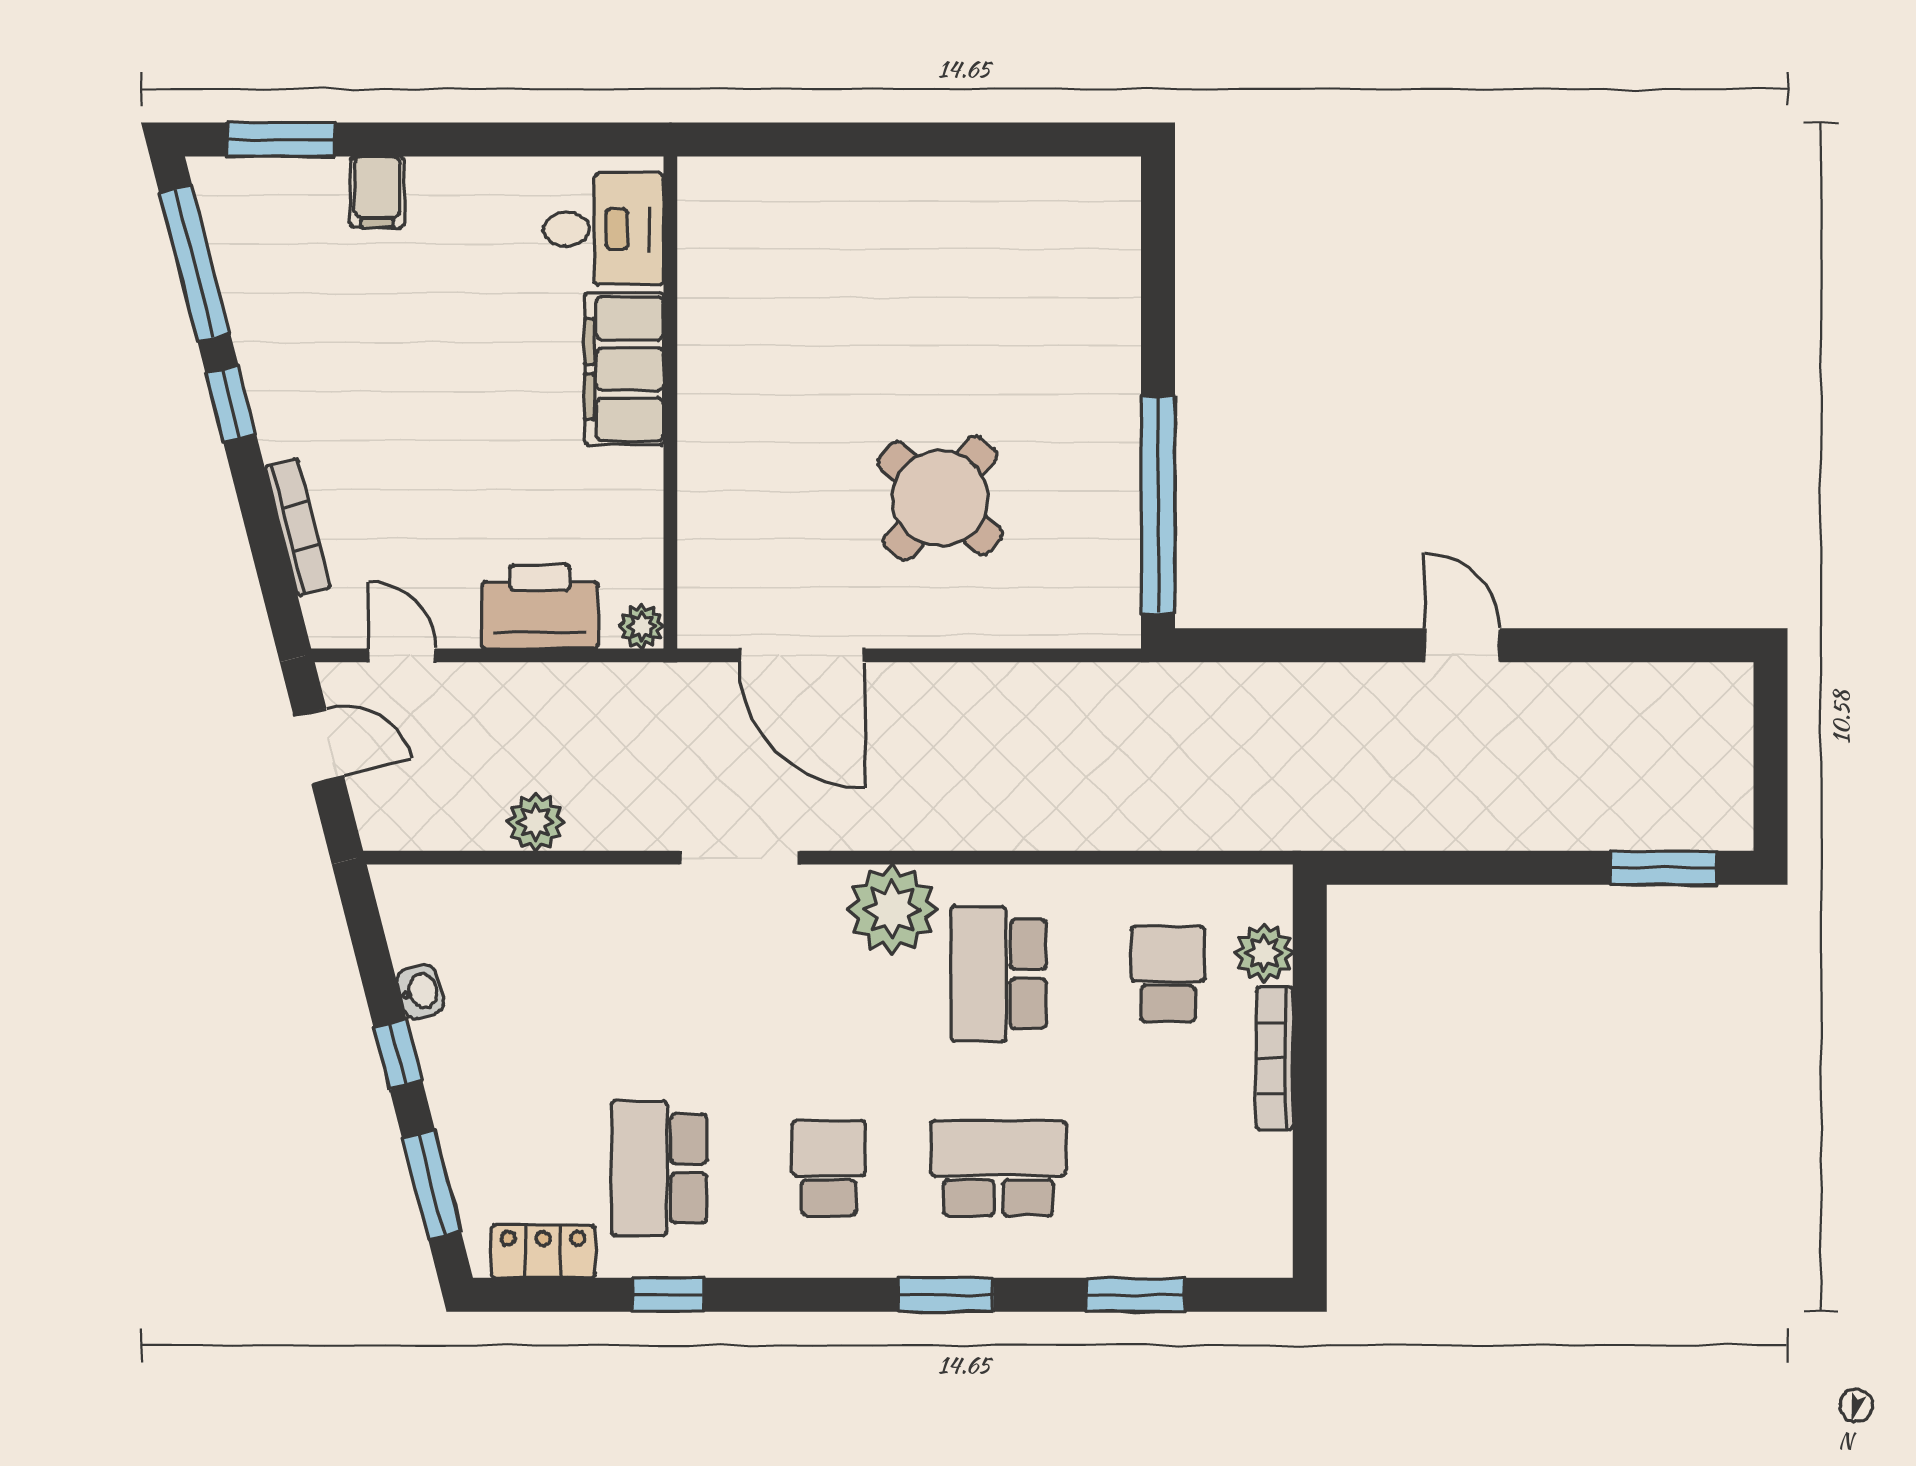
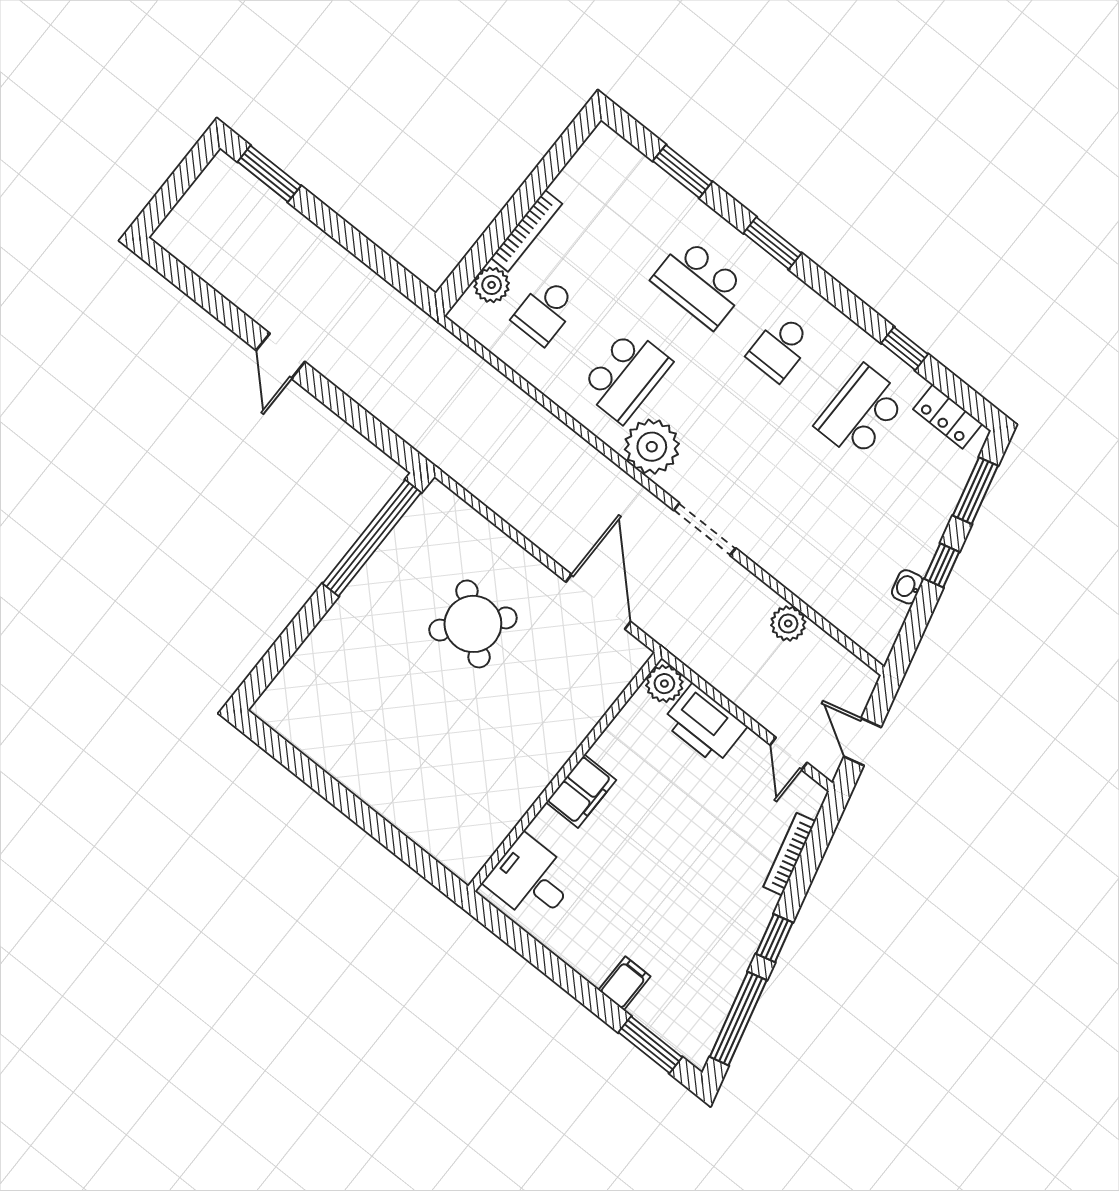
filing cabinet: (624, 369) -> (581, 791), width x0.67, depth x0.86
plant: (641, 626) -> (664, 684), width x1.38, depth x1.38
school desk: (659, 1168) -> (861, 412), turned 180

